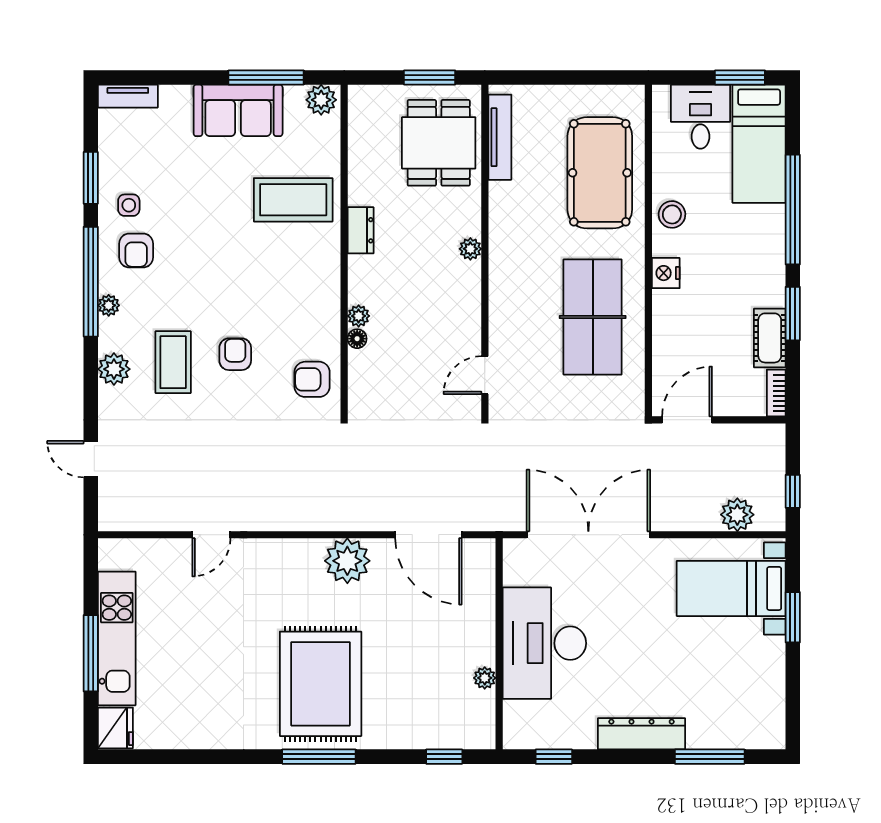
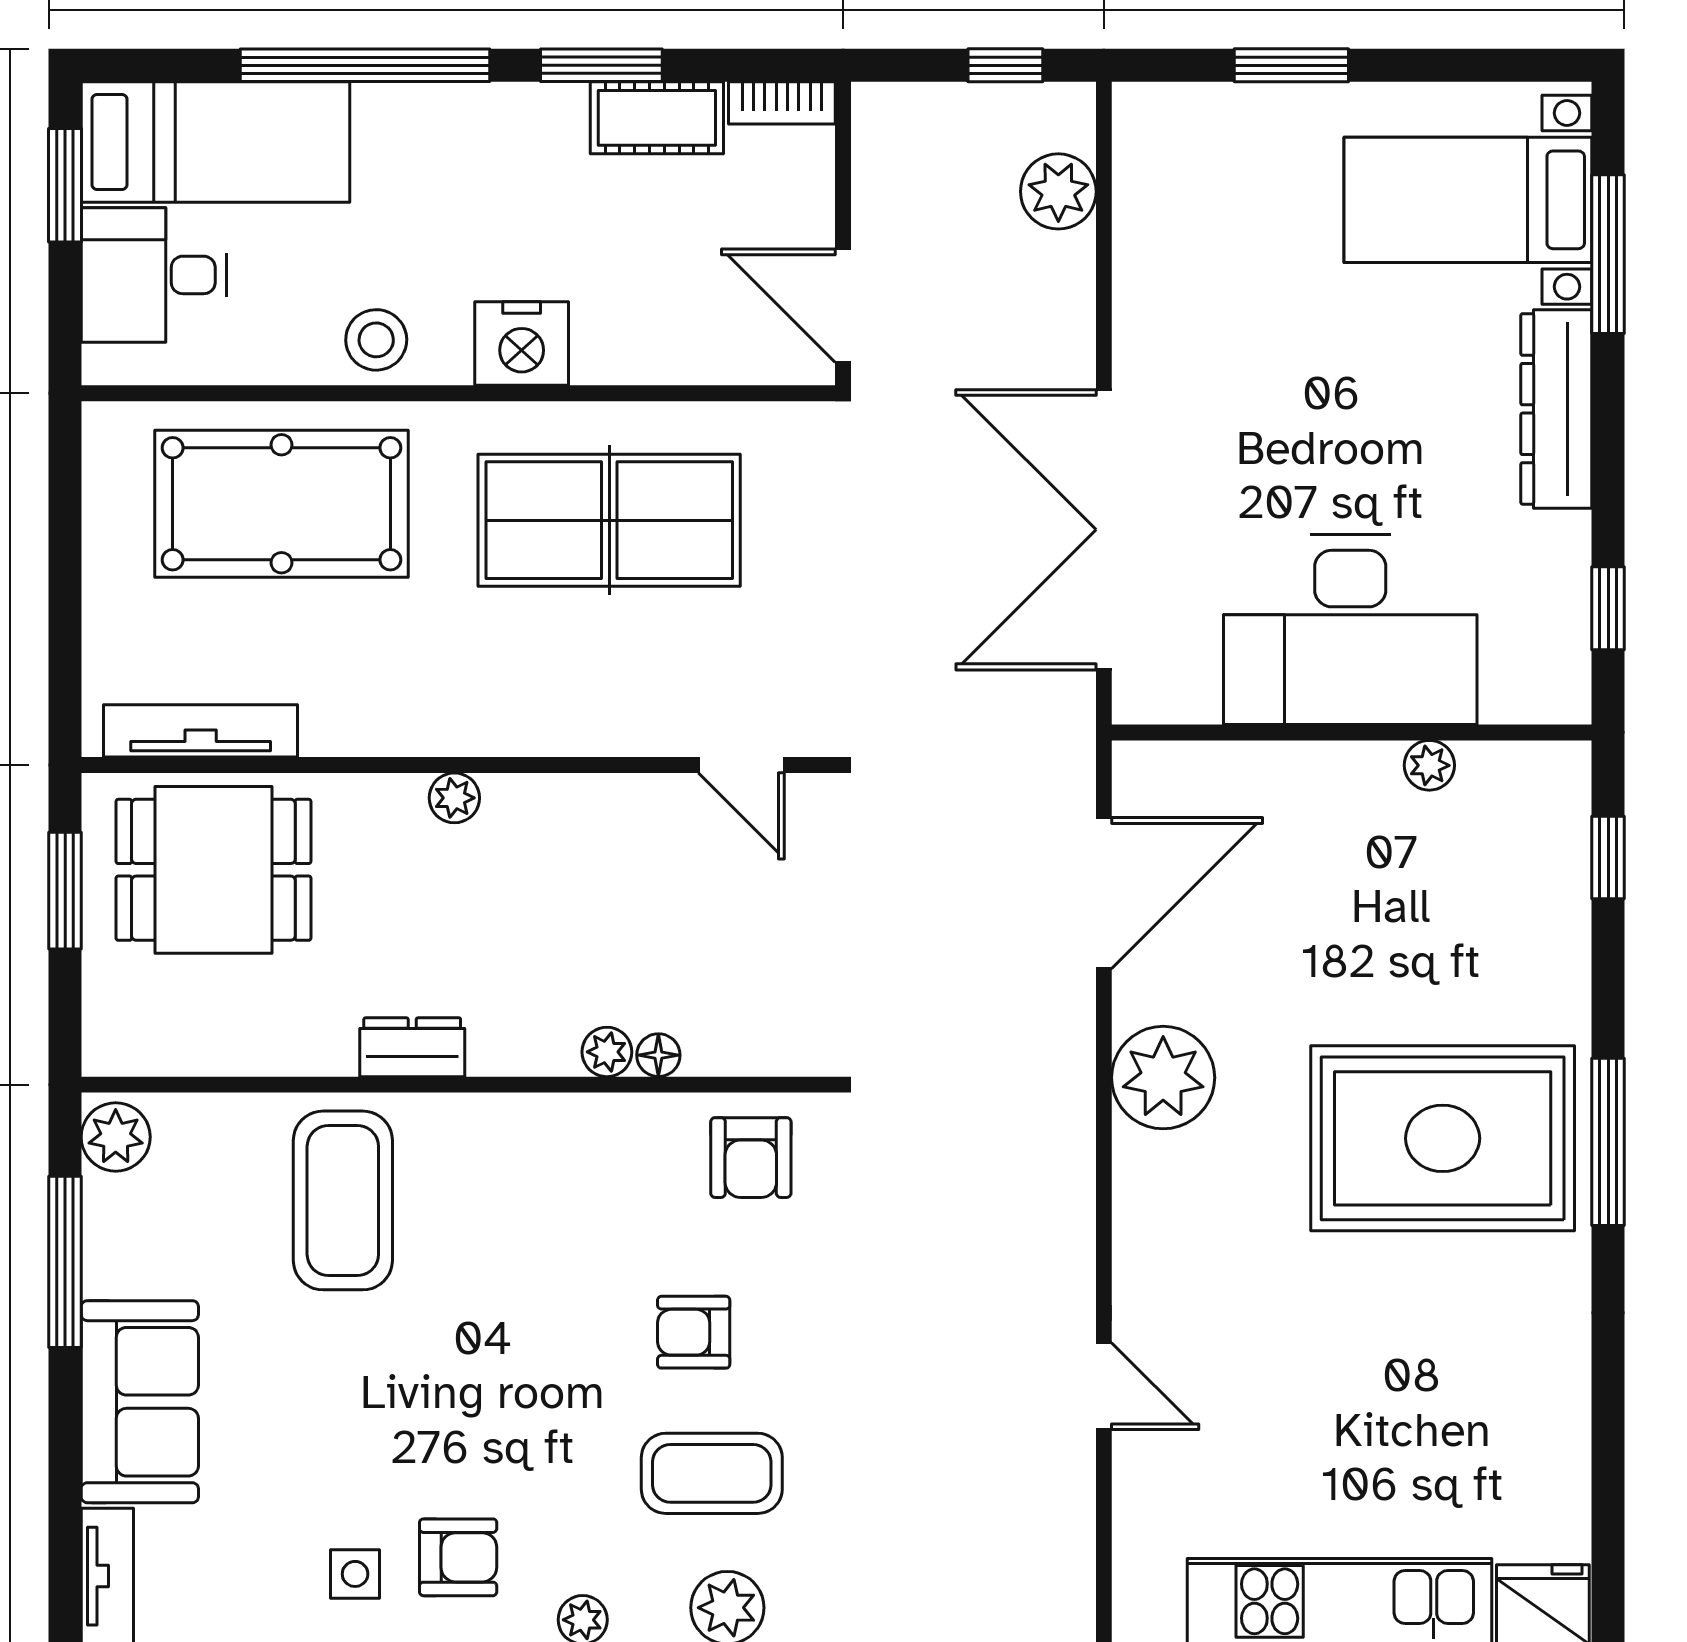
sofa: (238, 110) -> (140, 1402), moved
nightstand: (666, 273) -> (522, 344), width x1.36, depth x1.33
bed with nightstands: (731, 588) -> (1468, 200), moved, turned 90

